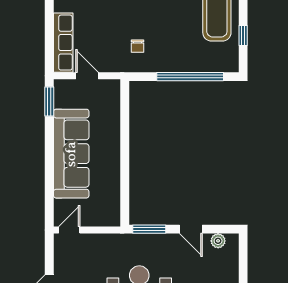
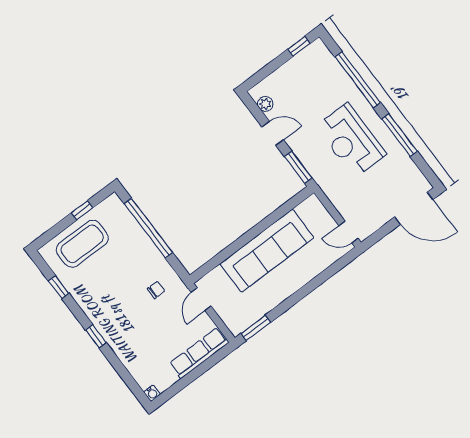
door: (87, 76) -> (201, 299), moved
sofa: (71, 154) -> (267, 251), moved, turned 180
door: (191, 229) -> (273, 133), hinge flipped

